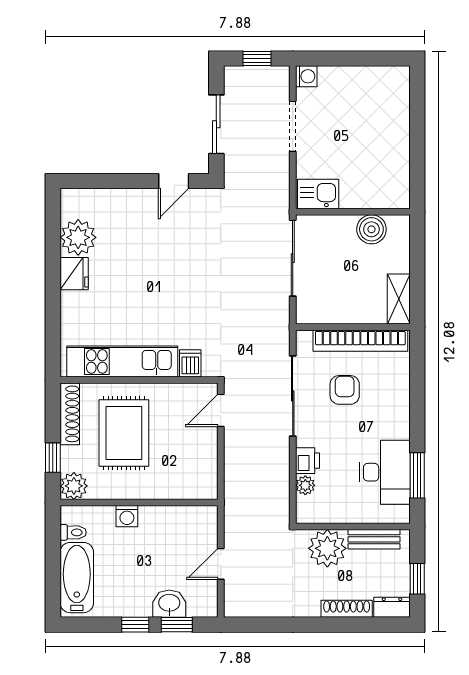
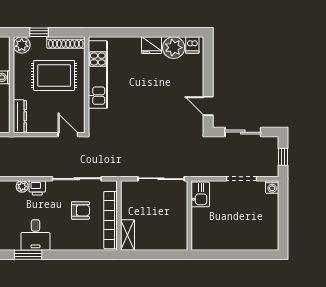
boiler: (371, 229) -> (179, 227), removed
shelving: (399, 299) -> (128, 235), moved, turned 90
dishwasher: (190, 363) -> (192, 45), moved, turned 90
desk: (385, 472) -> (36, 235), width x0.73
dresser: (191, 489) -> (20, 116), added

